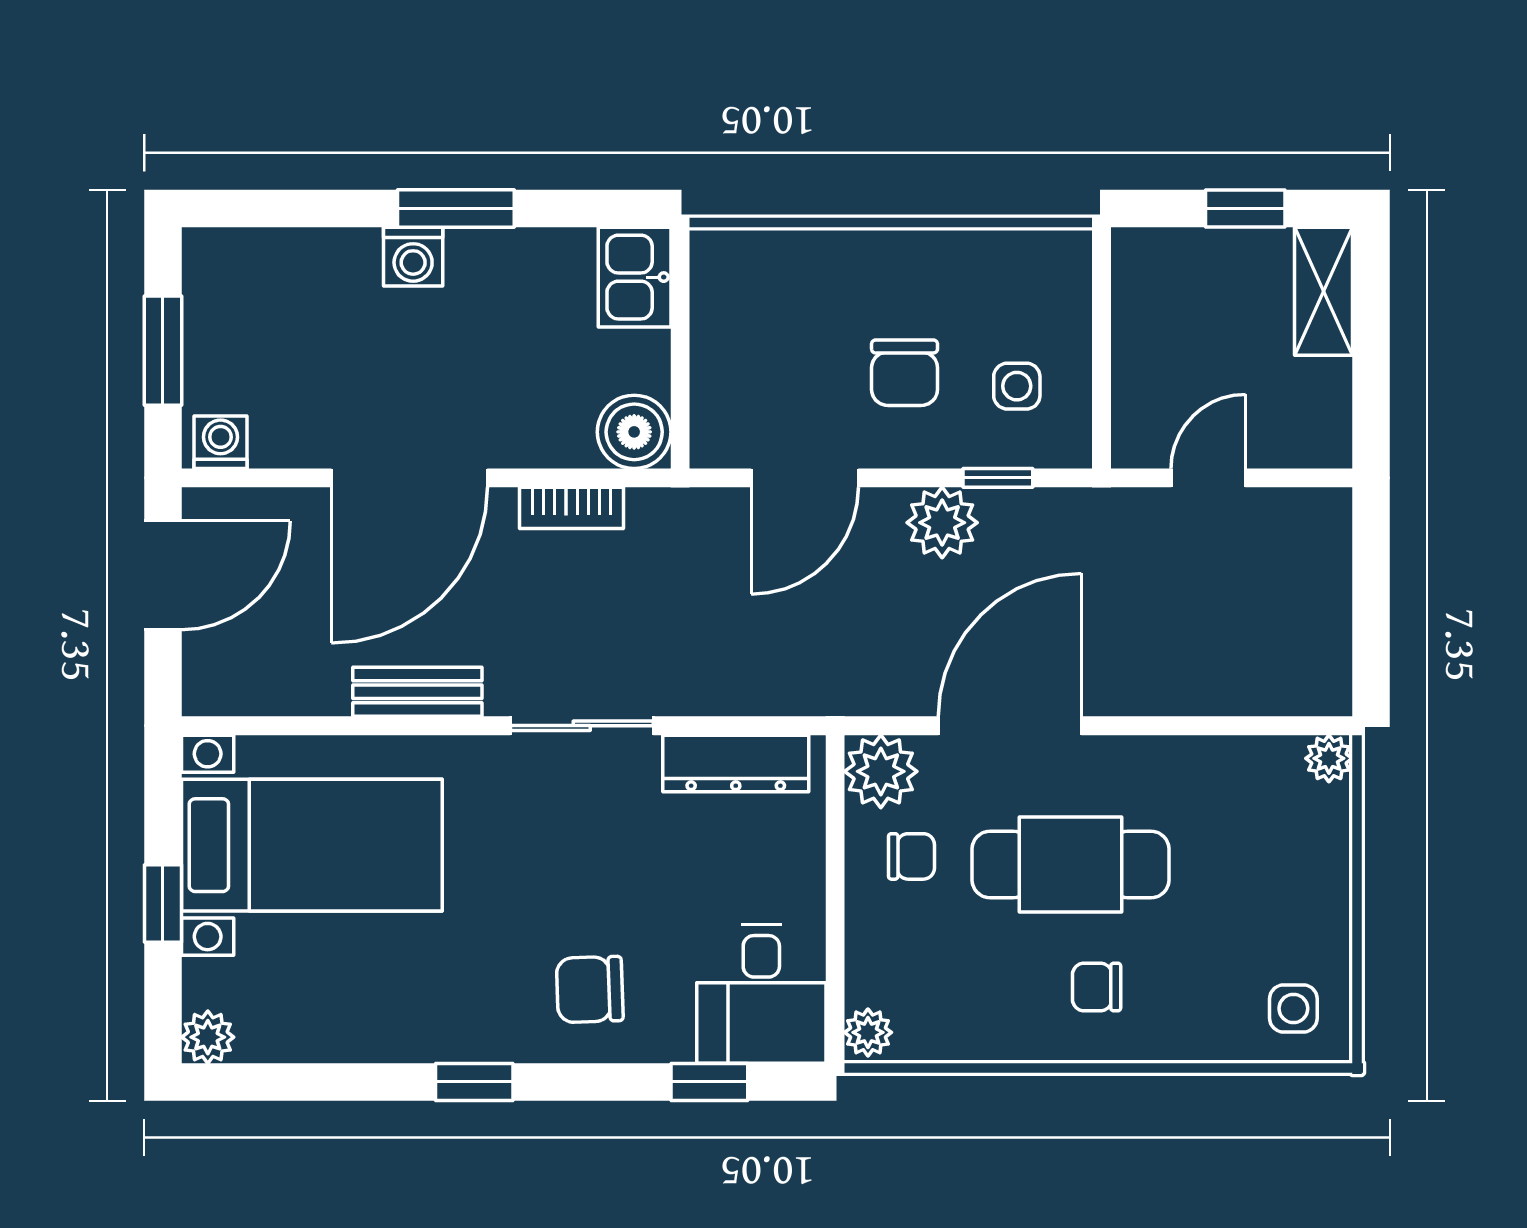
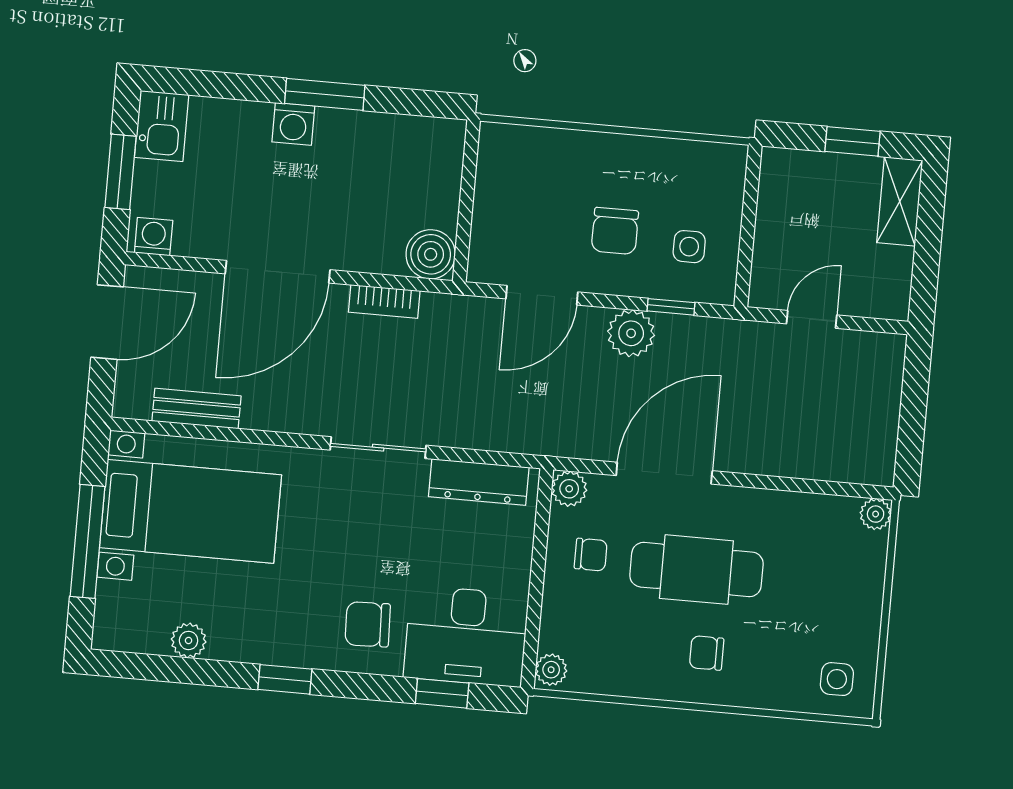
kitchen sink: (635, 277) -> (162, 126), moved, turned 180
bench: (417, 692) -> (196, 409), moved
plant: (881, 771) -> (569, 489), width x0.73, depth x0.73
window: (163, 904) -> (88, 541), width x2.17
desk: (761, 994) -> (466, 636), width x1.37
plant: (208, 1037) -> (189, 640), moved

